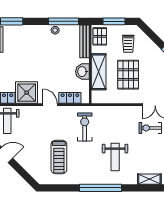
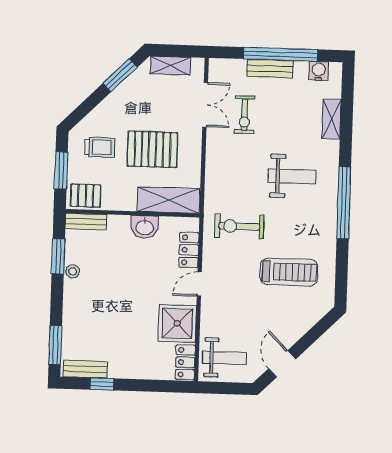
window: (64, 21) -> (58, 256), width x0.69
bench: (85, 41) -> (86, 221), width x0.73
shelving: (99, 72) -> (168, 200), moved

